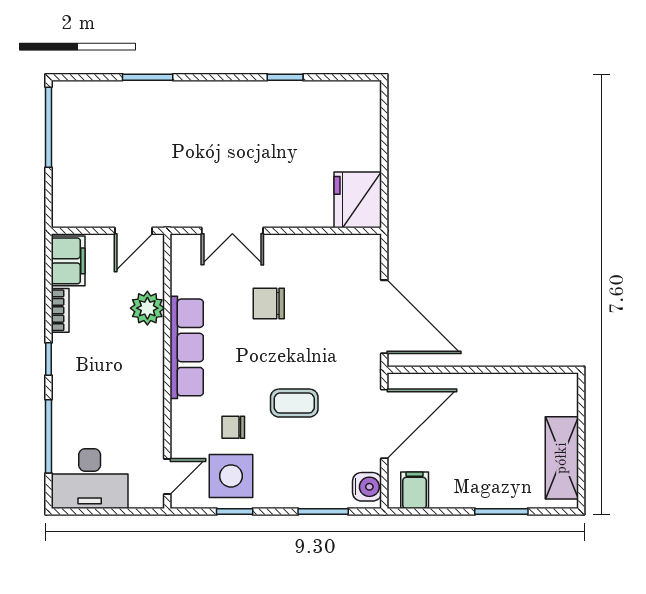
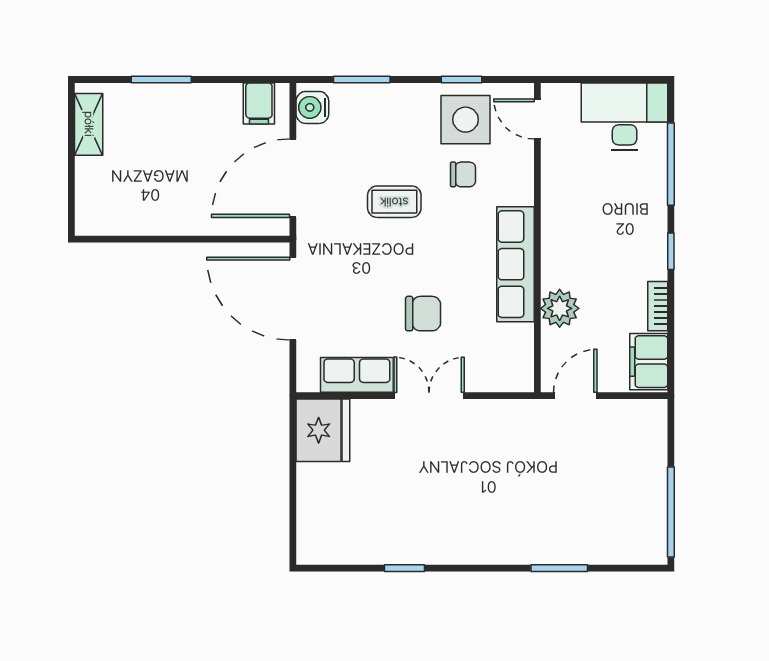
double door: (232, 231) -> (429, 396), moved
row of seats: (328, 249) -> (357, 375), added
shelving: (562, 458) -> (89, 124), width x0.67, depth x0.75
door: (167, 477) -> (537, 119), hinge flipped

